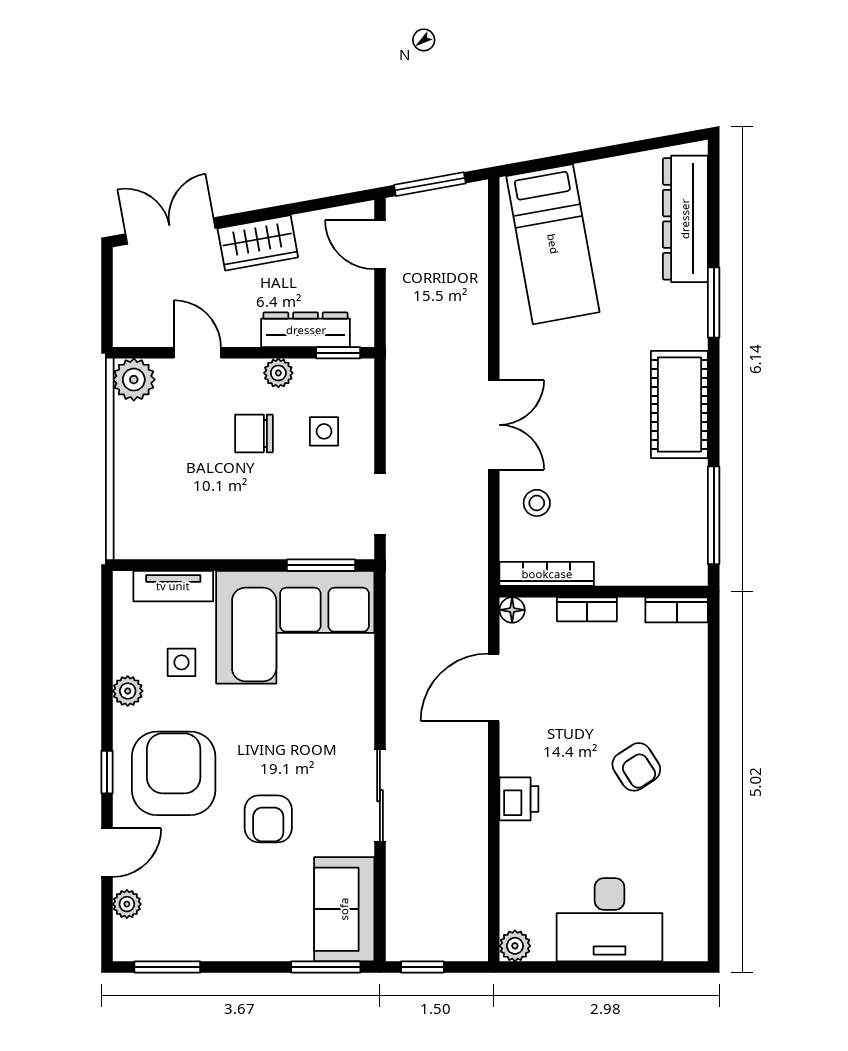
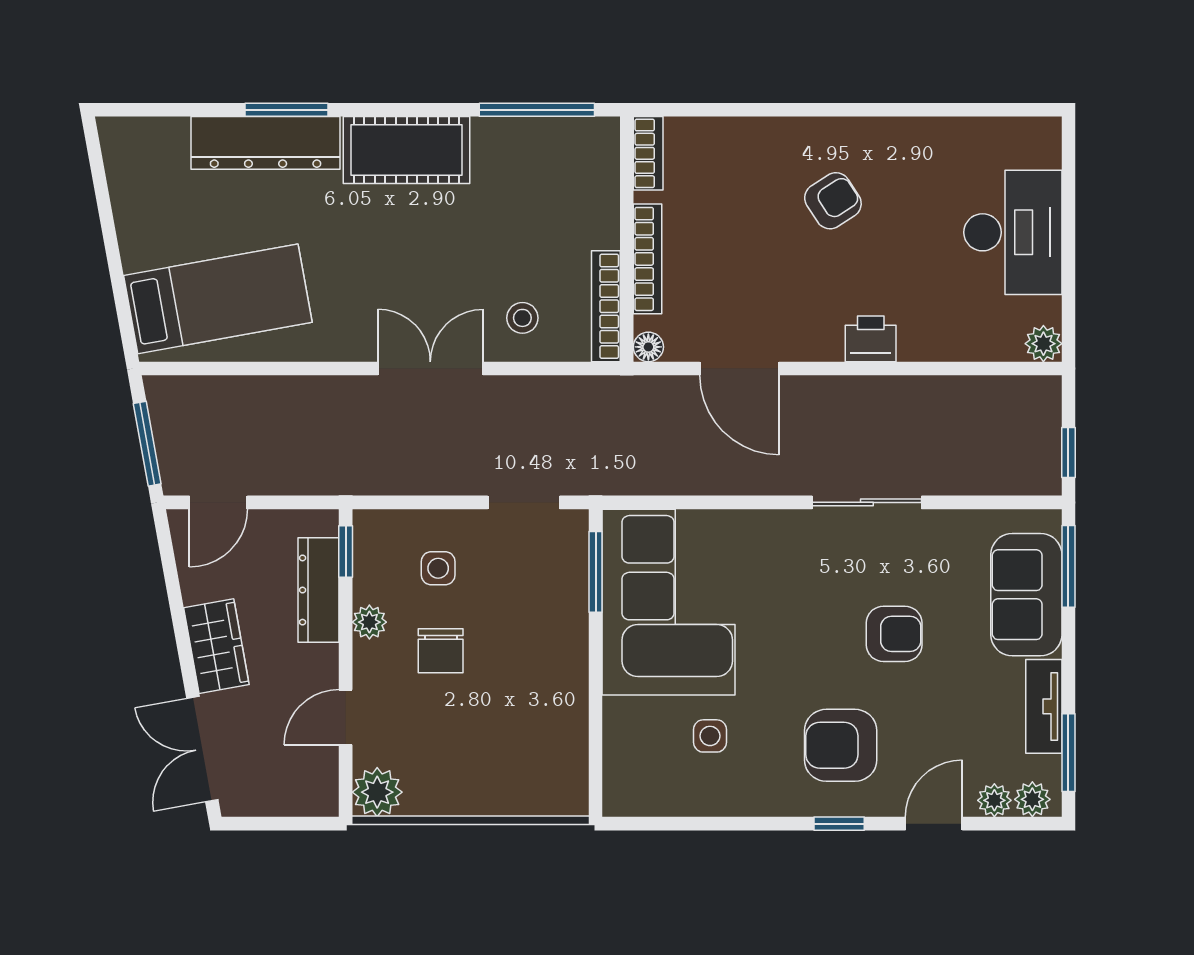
dresser: (685, 219) -> (266, 143), moved
tv unit: (173, 586) -> (1044, 706), moved, turned 180
bookcase: (587, 609) -> (648, 259), width x1.56
plant: (128, 691) -> (1032, 799), moved
armchair: (174, 773) -> (841, 745), width x0.73, depth x0.73
door: (107, 853) -> (934, 824), hinge flipped
sofa: (344, 909) -> (1026, 595), moved, turned 90

